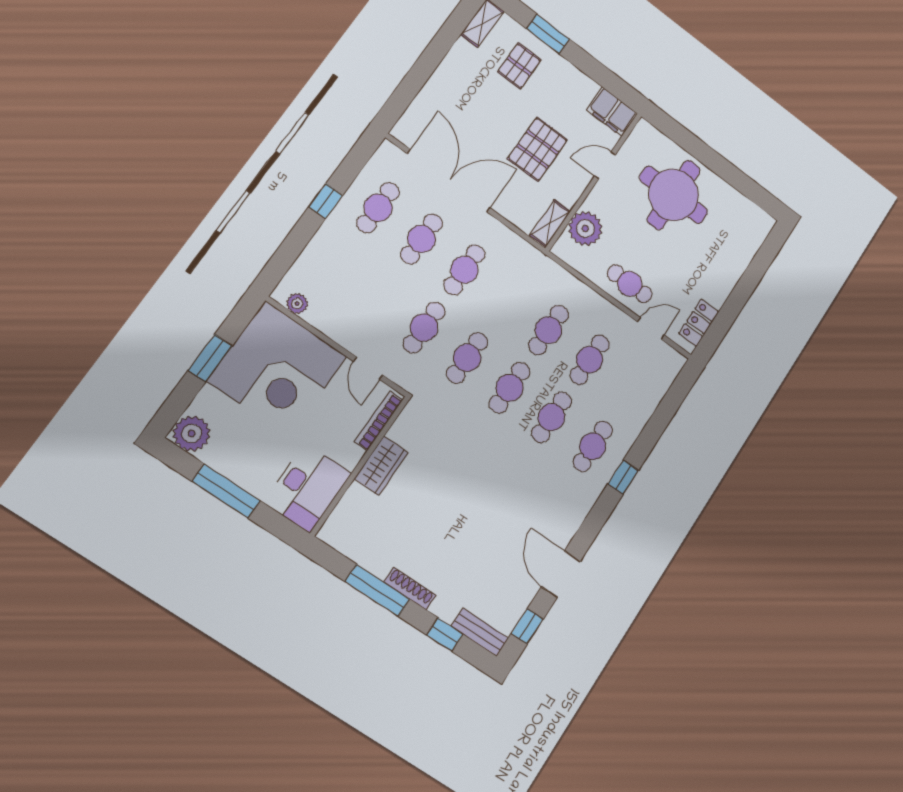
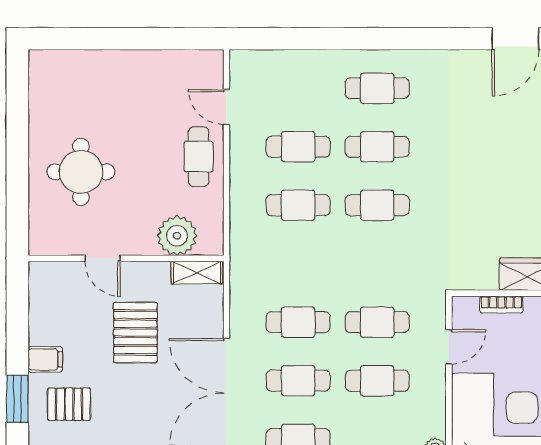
filing cabinet: (612, 112) -> (45, 359), moved, width x0.50
pallet: (538, 149) -> (135, 333), turned 90
round table: (674, 195) -> (81, 172), width x0.73, depth x0.73
locker: (699, 323) -> (187, 63), removed
cafe table: (467, 358) -> (377, 381), moved
bookcase: (379, 421) -> (501, 304), width x0.64
window: (623, 477) -> (386, 39), removed

